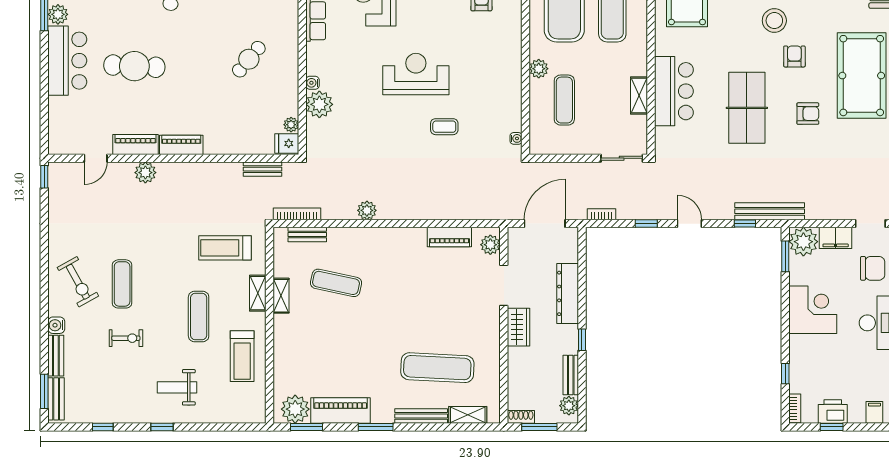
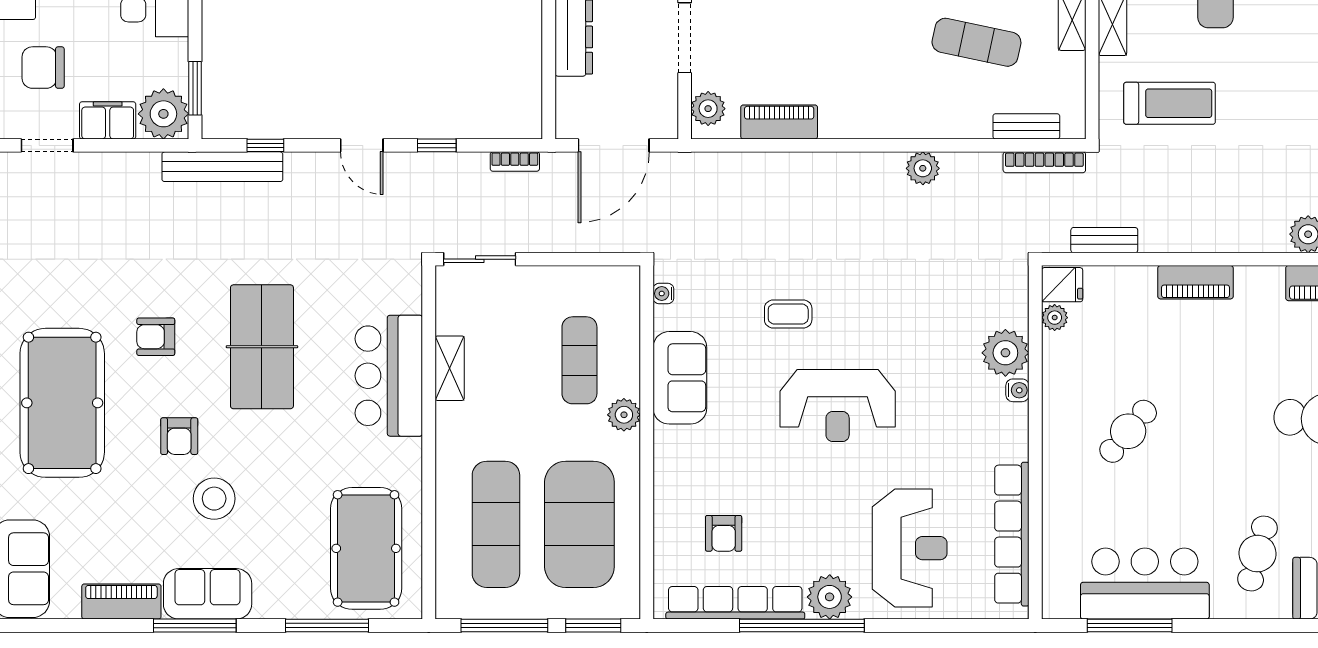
sofa: (507, 90) -> (680, 378), added
piano: (181, 145) -> (1196, 282), moved

